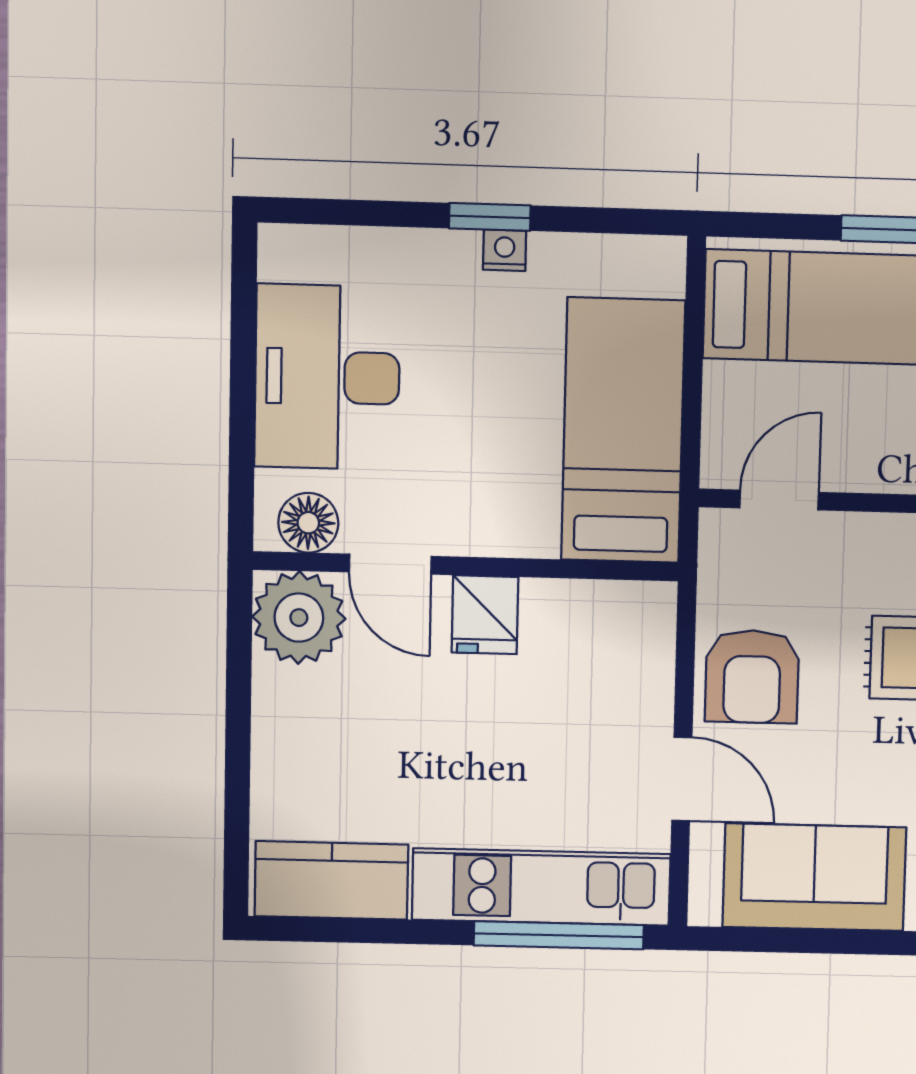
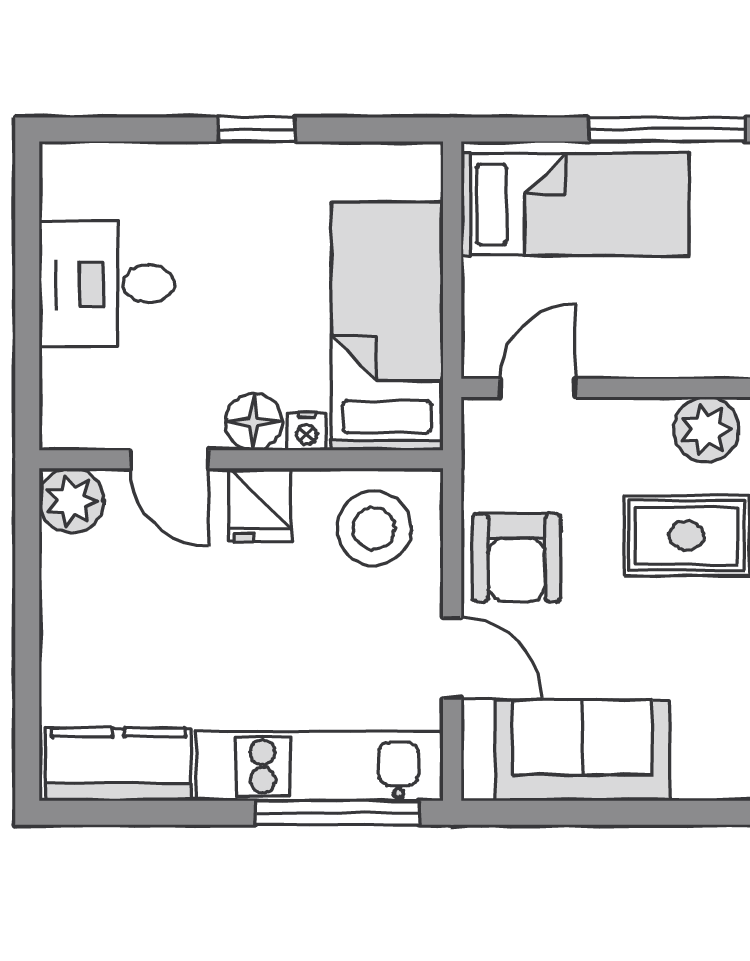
nightstand: (505, 250) -> (307, 431), moved, turned 180
desk: (327, 377) -> (107, 284), width x0.73
floor lamp: (308, 523) -> (254, 422), moved
plant: (299, 618) -> (72, 501), width x0.73, depth x0.73
stool: (604, 642) -> (374, 528), added

